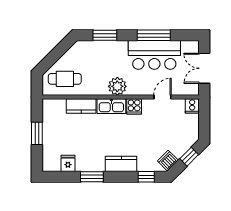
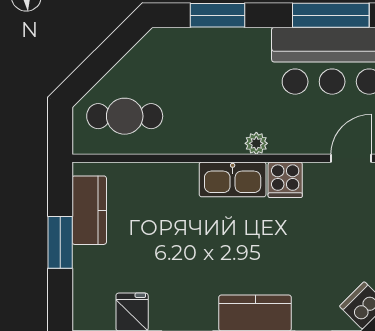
plant: (117, 86) -> (256, 143), width x0.53, depth x0.53
kitchen counter: (81, 106) -> (89, 210), moved, turned -90

